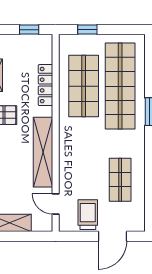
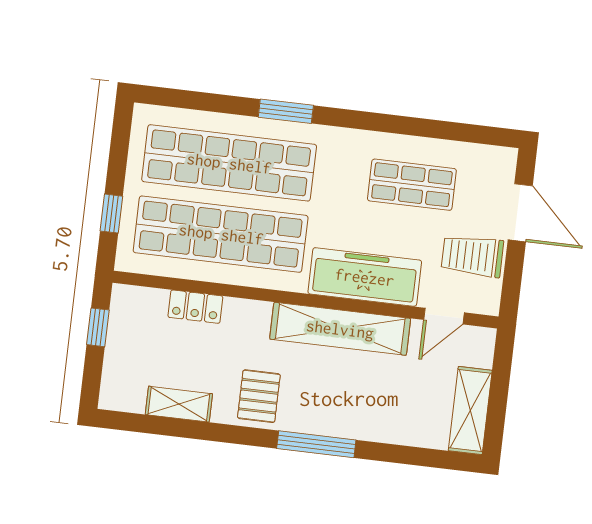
locker: (45, 85) -> (195, 307), width x0.66
shop shelf: (84, 86) -> (221, 234), width x1.40
freezer: (71, 161) -> (365, 277), added

